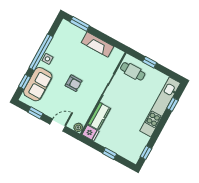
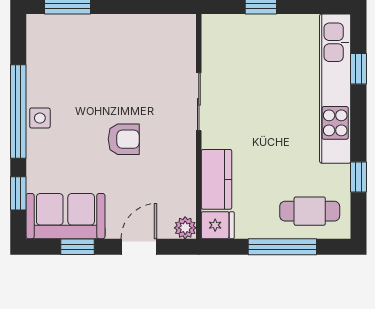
fireplace: (97, 44) -> (129, 29), removed
cafe table: (133, 71) -> (310, 211), moved
sofa: (38, 84) -> (65, 216), moved, turned -90
window: (146, 153) -> (358, 177), moved
window: (110, 154) -> (282, 247), width x2.17

